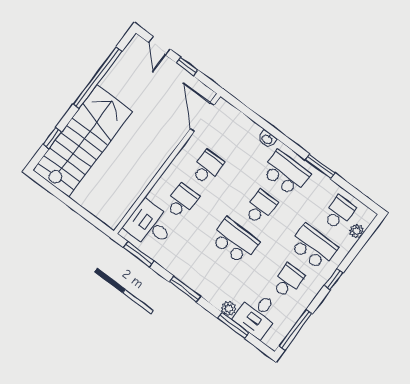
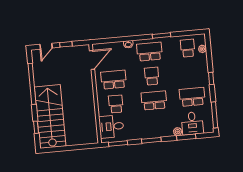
door: (159, 46) -> (46, 46), hinge flipped
door: (202, 117) -> (92, 60), swing flipped
school desk: (207, 167) -> (114, 80), width x1.85
school desk: (313, 247) -> (190, 72), removed
school desk: (288, 281) -> (192, 97), width x1.85

